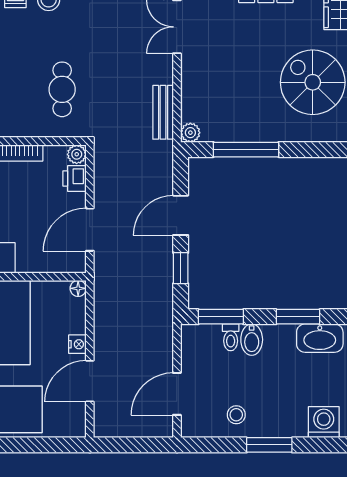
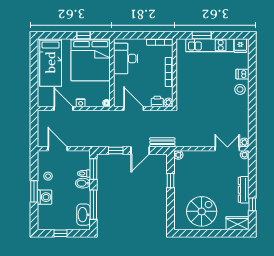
cafe table: (62, 89) -> (198, 96), removed
bench: (163, 112) -> (162, 142), moved
window: (246, 150) -> (171, 181), width x0.46
door: (181, 215) -> (140, 150), swing flipped
window: (298, 317) -> (93, 205), width x1.44
washing machine: (324, 422) -> (45, 197), moved

